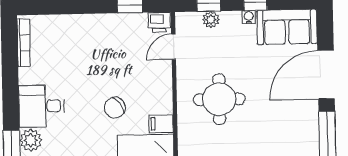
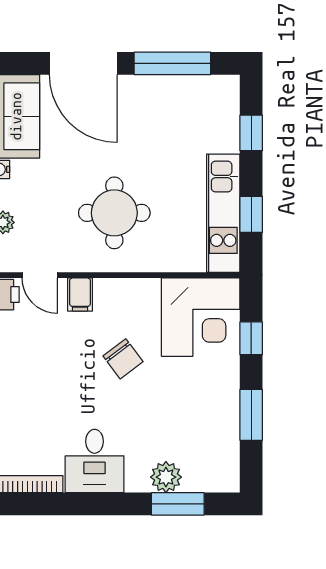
desk: (42, 106) -> (95, 461), moved
filing cabinet: (161, 124) -> (80, 295), moved

